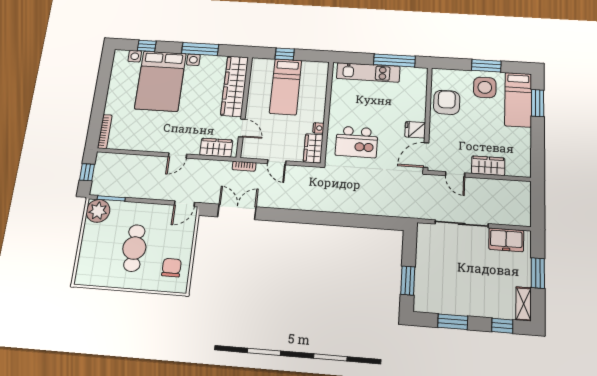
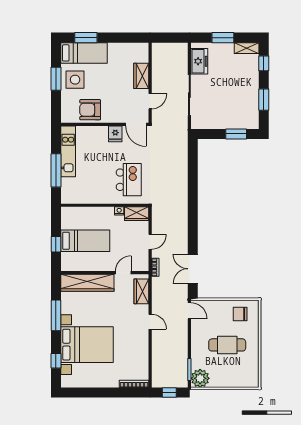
window: (394, 60) -> (56, 170), moved
kitchen unit: (368, 72) -> (68, 151), moved

